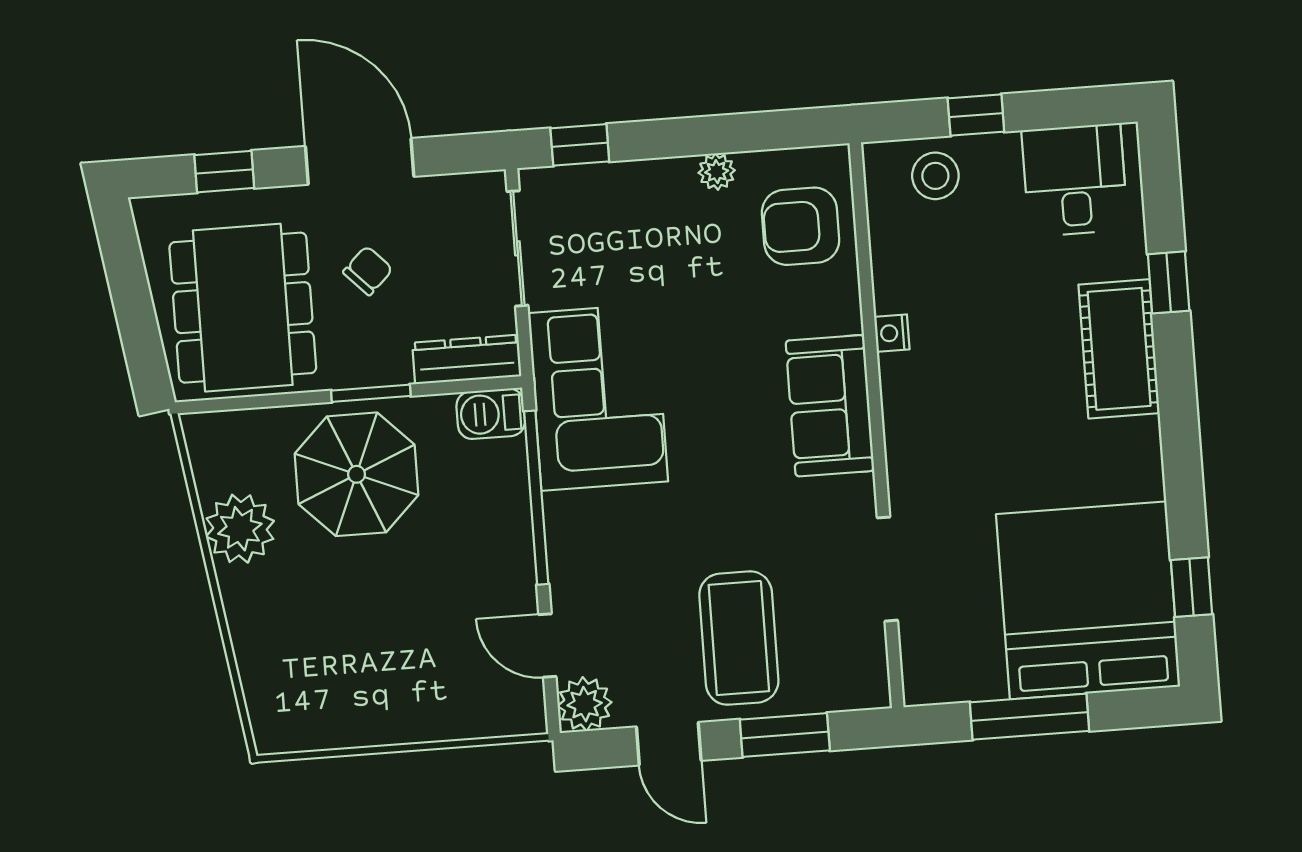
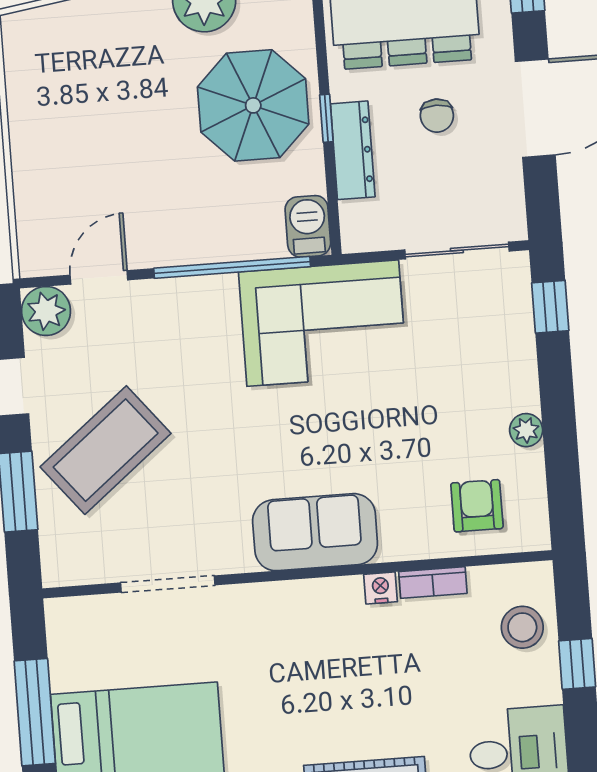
armchair: (801, 226) -> (477, 506), width x0.72, depth x0.72
chair: (368, 271) -> (437, 116), turned 44
bookcase: (886, 275) -> (433, 583), added
dresser: (467, 359) -> (353, 150), moved
window: (371, 393) -> (326, 118), width x0.67
coffee table: (739, 638) -> (106, 450), turned -39

